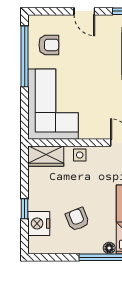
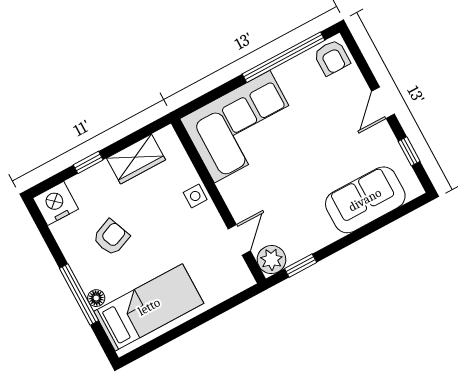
armchair: (49, 45) -> (332, 58), moved
wardrobe: (46, 156) -> (136, 159), moved, turned -90
nightstand: (39, 223) -> (56, 203), moved

